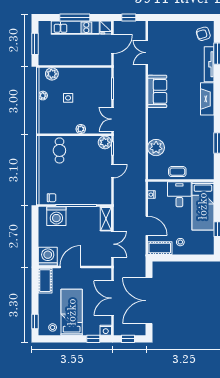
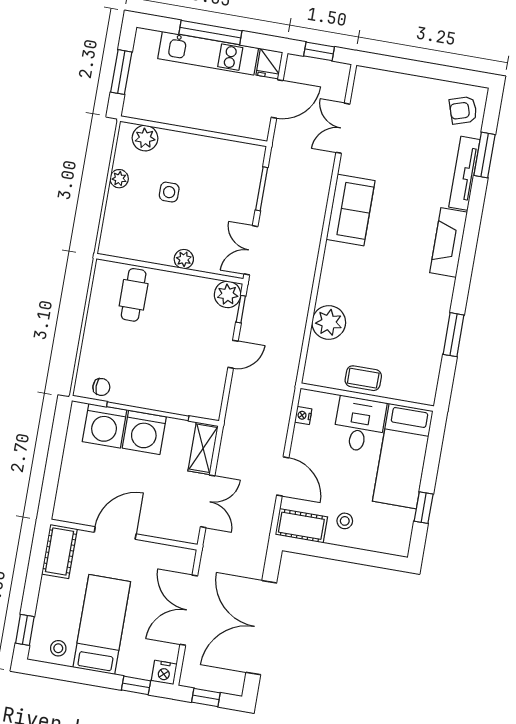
washing machine: (48, 257) -> (144, 432), moved, turned 180

